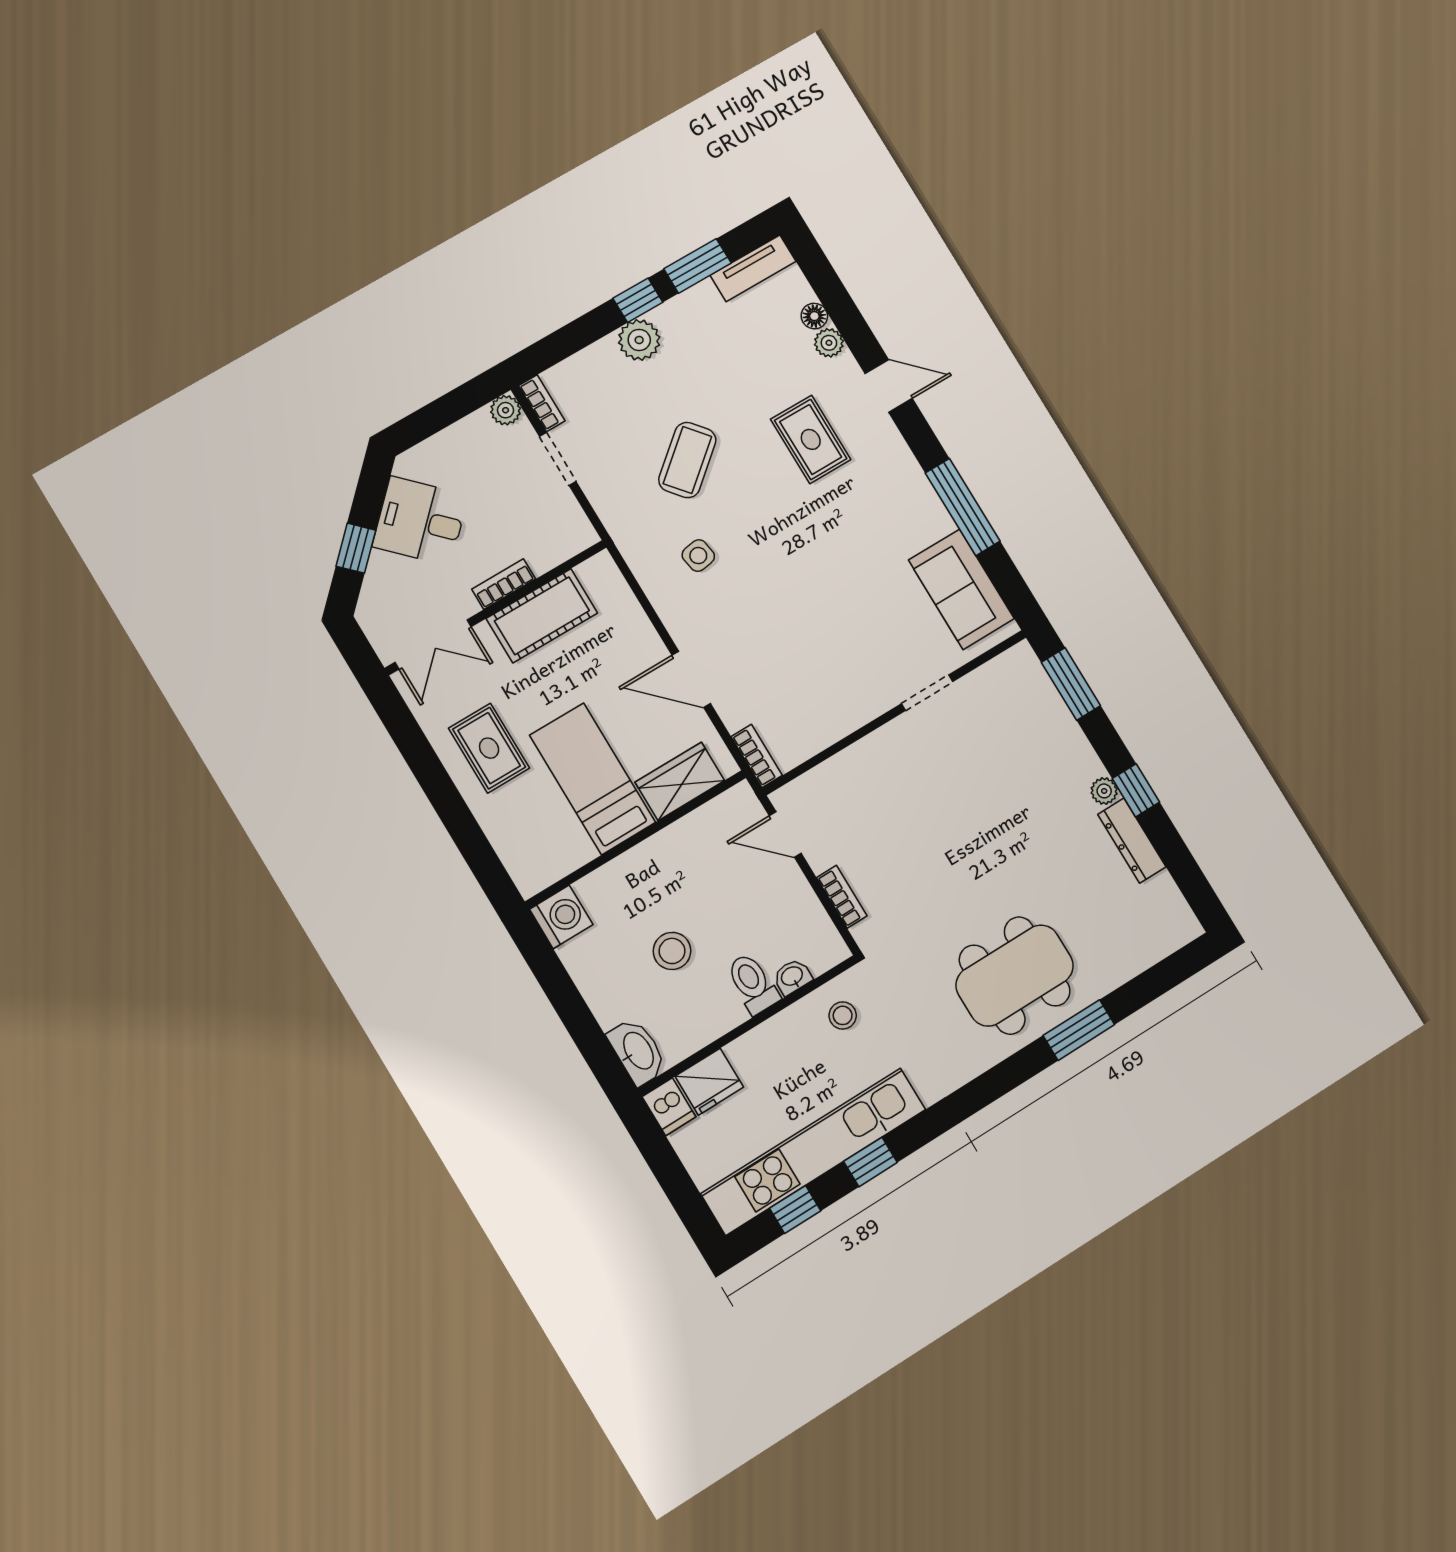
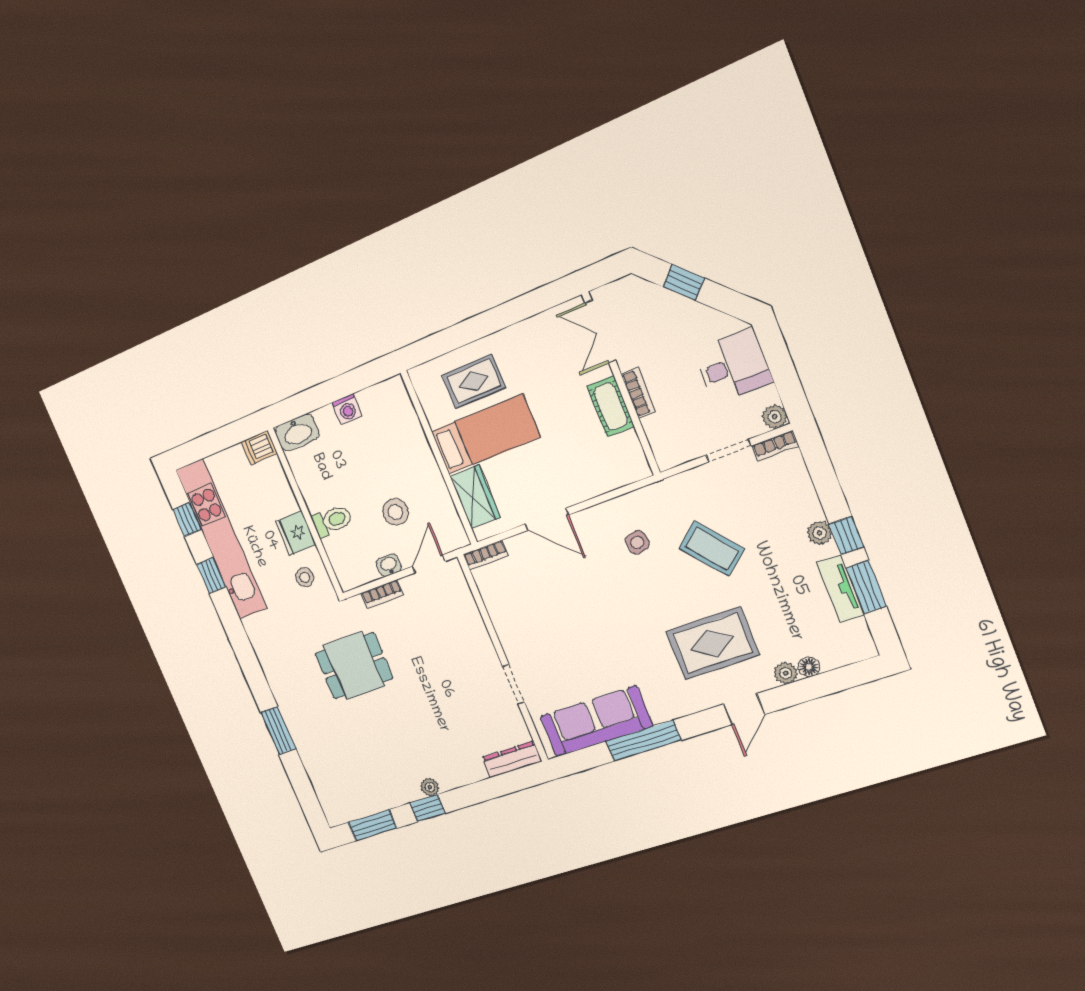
tv unit: (753, 268) -> (841, 589), moved
plant: (639, 340) -> (819, 533), width x0.73, depth x0.73
rug: (811, 439) -> (712, 643), width x1.36, depth x1.43
desk: (420, 521) -> (733, 366), moved, turned 45
sofa: (961, 589) -> (596, 721), width x1.36
cot: (542, 616) -> (611, 406), width x0.73, depth x0.75
door: (691, 679) -> (547, 519), swing flipped
window: (1071, 684) -> (373, 825), moved
rug: (489, 748) -> (474, 381), moved
dresser: (1132, 841) -> (512, 759), moved
washing machine: (561, 917) -> (347, 409), moved, width x0.73, depth x0.73
stool: (672, 951) -> (395, 512), moved
dining table: (1015, 975) -> (354, 666), moved, width x0.73
washbasin: (792, 977) -> (389, 565), moved, turned -90
fridge: (709, 1082) -> (296, 533), moved

